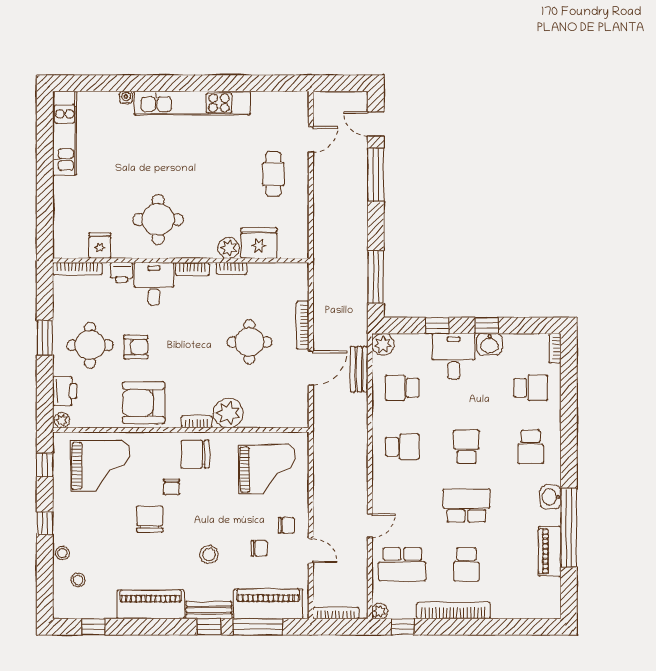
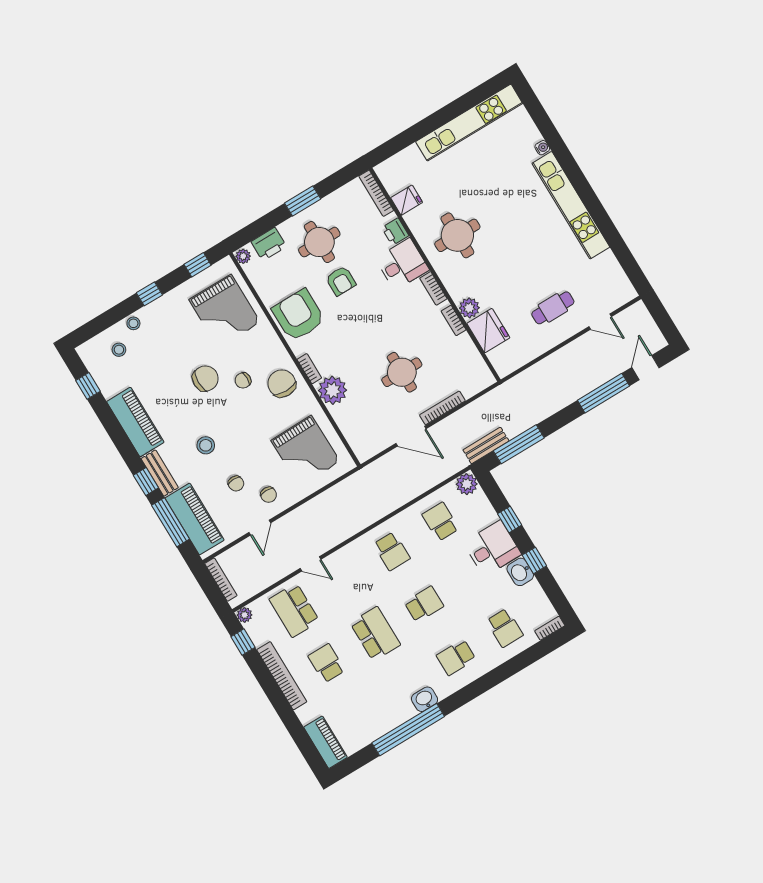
kitchen unit: (65, 133) -> (469, 123), width x1.36
bench: (359, 369) -> (486, 445), moved
piano: (550, 551) -> (325, 742), moved, turned 90
school desk: (466, 564) -> (327, 663), turned 90

